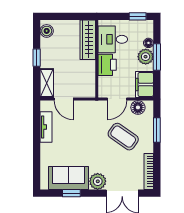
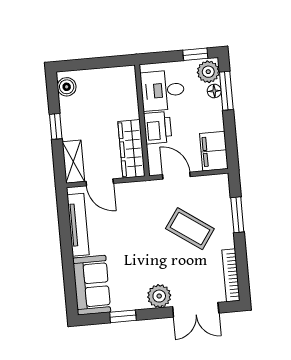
wardrobe: (88, 40) -> (131, 149), moved
plant: (146, 57) -> (208, 72), moved
window: (157, 57) -> (226, 91), moved
door: (117, 99) -> (176, 176), swing flipped
floor lamp: (138, 107) -> (207, 185), removed
tv unit: (46, 127) -> (78, 225), width x1.41
sofa: (68, 178) -> (92, 285), moved, turned 90

